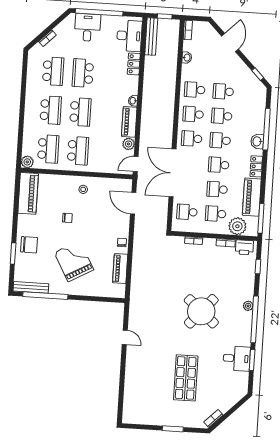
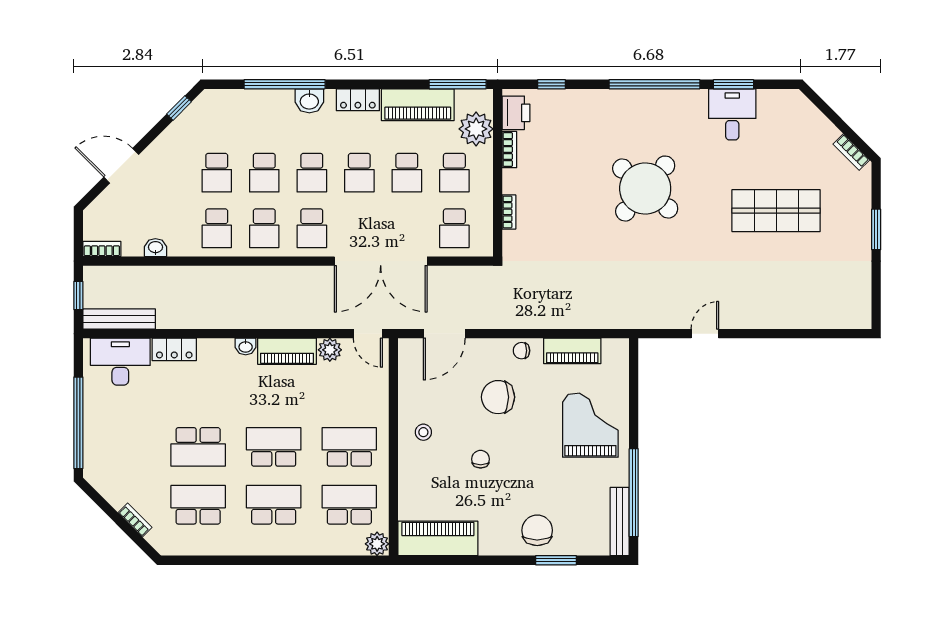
desk: (88, 27) -> (109, 443), removed
chair: (99, 229) -> (498, 397), added
grand piano: (74, 261) -> (590, 425), moved, turned 119
plant: (248, 306) -> (629, 98), removed

